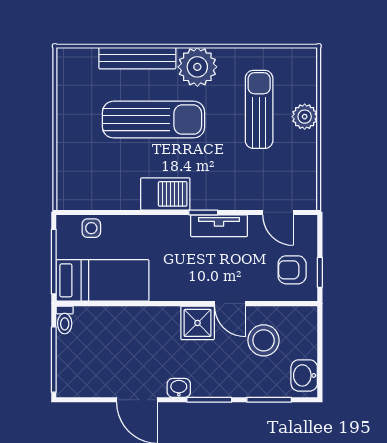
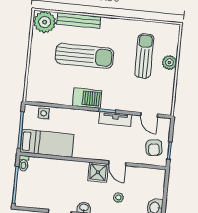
plant: (197, 67) -> (45, 22), moved
armchair: (292, 270) -> (154, 148), turned -97
stool: (264, 340) -> (118, 198), moved, width x0.53, depth x0.53

